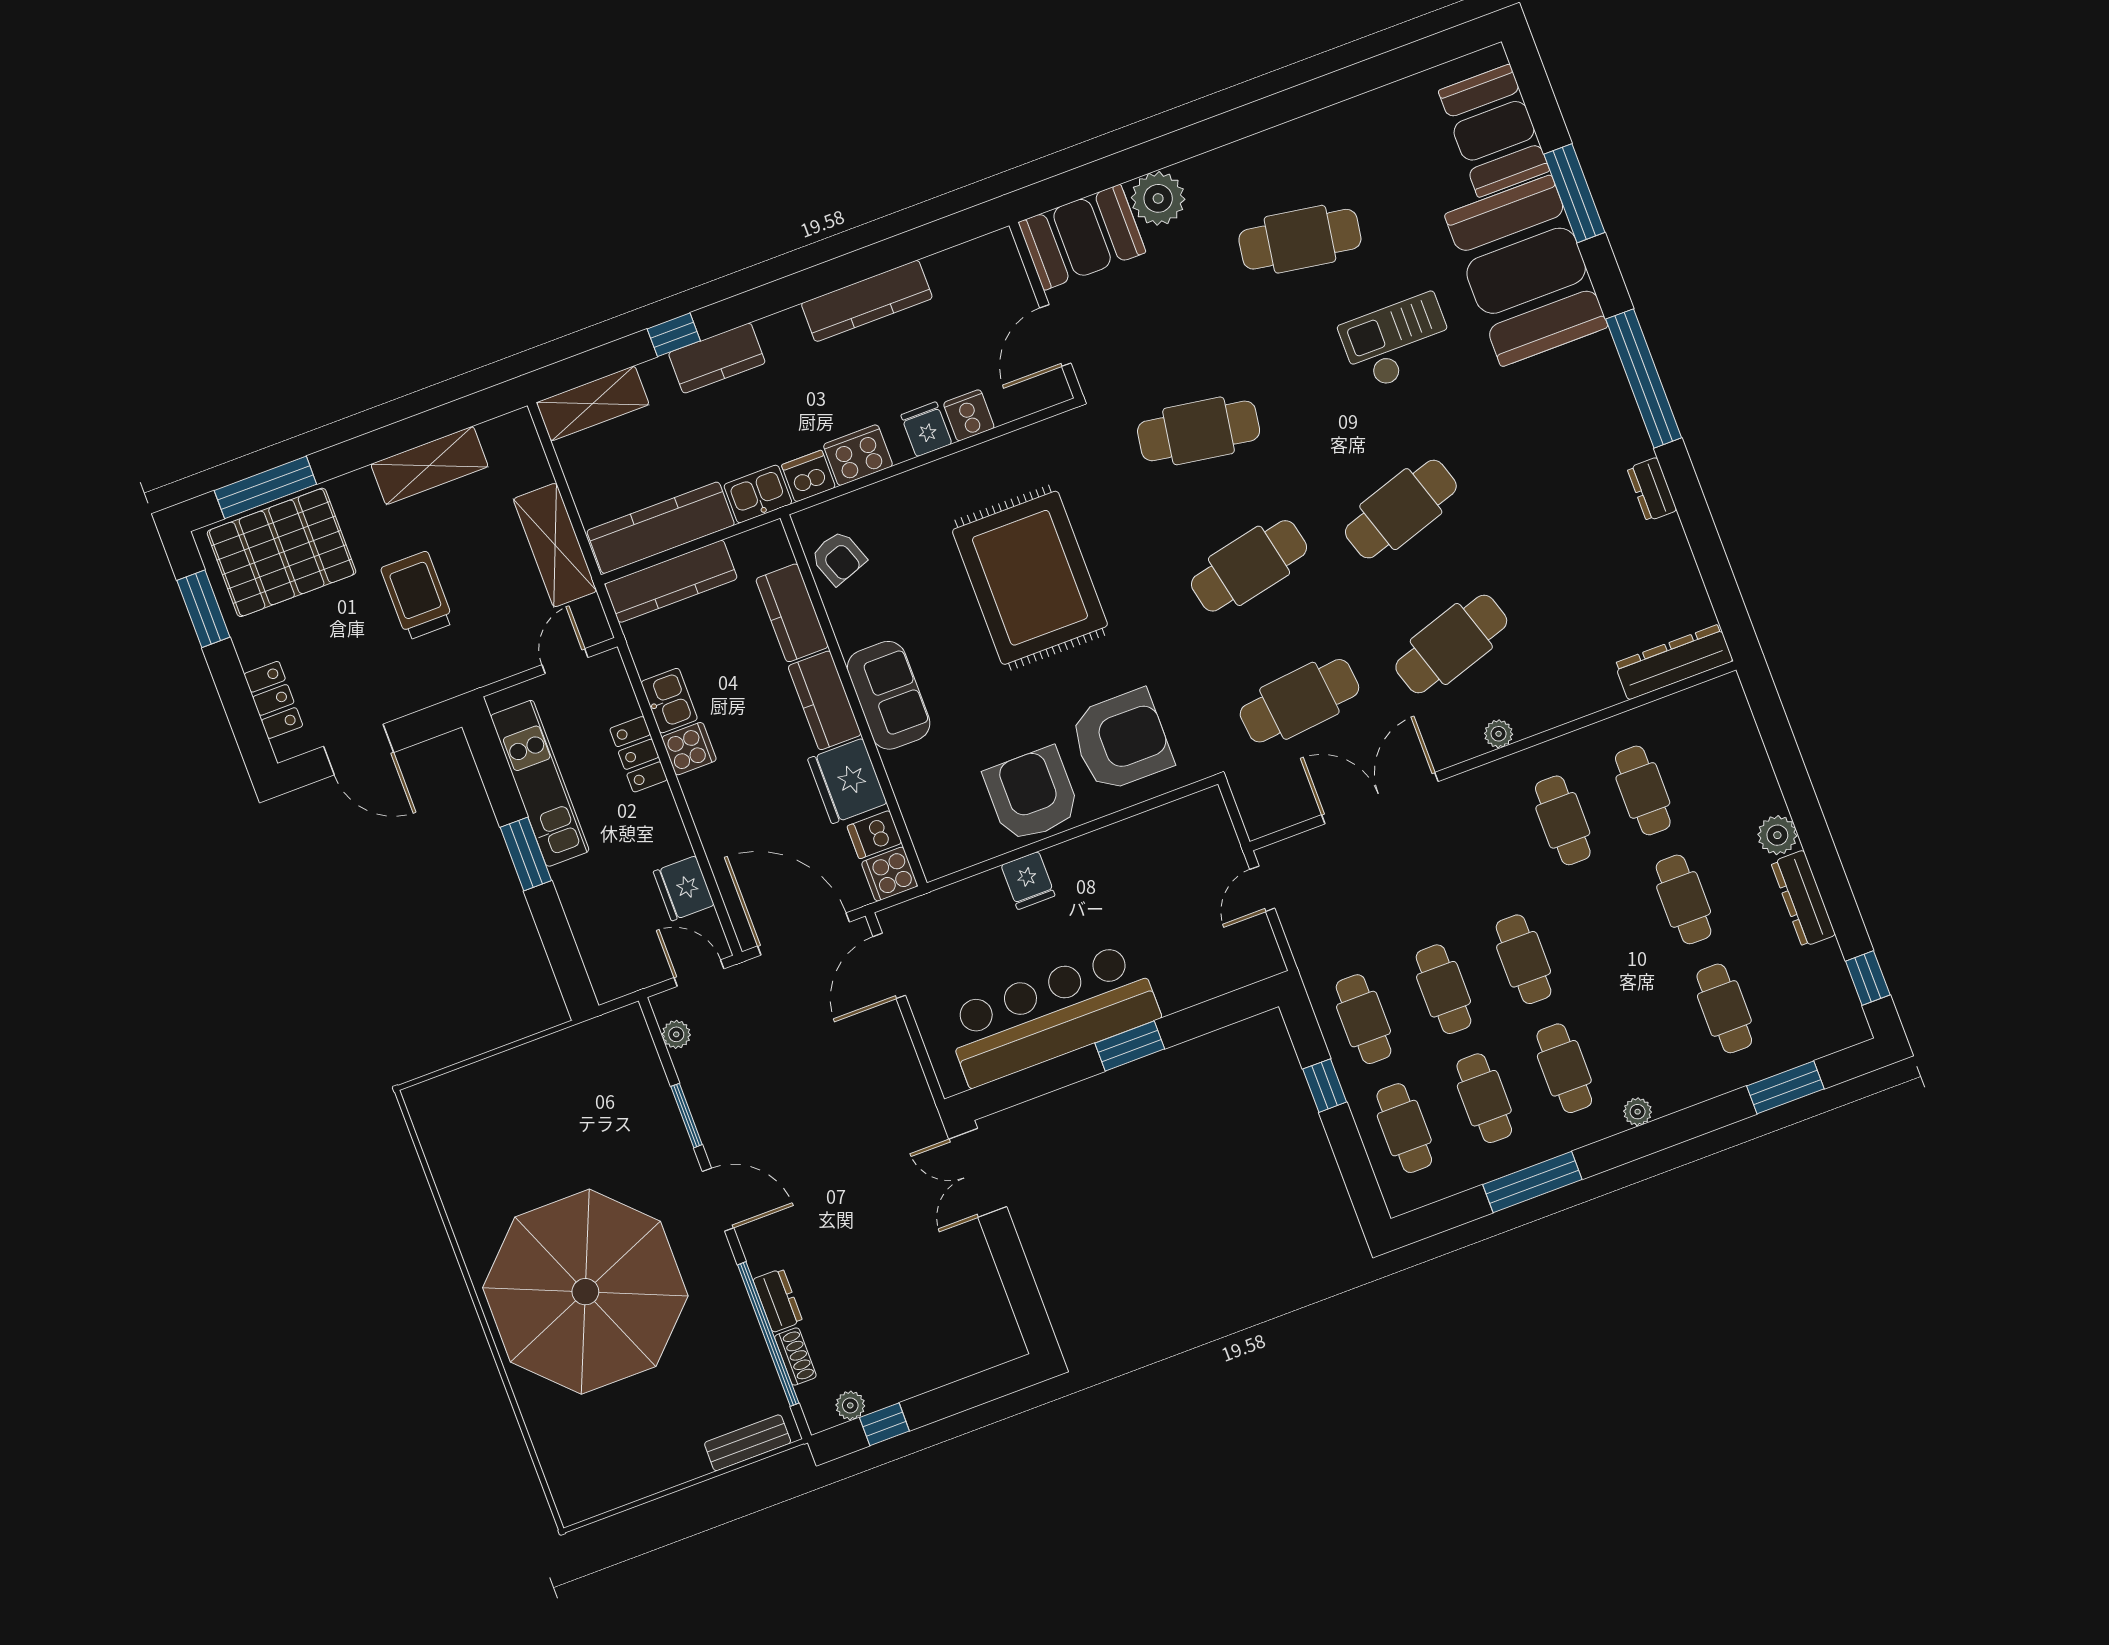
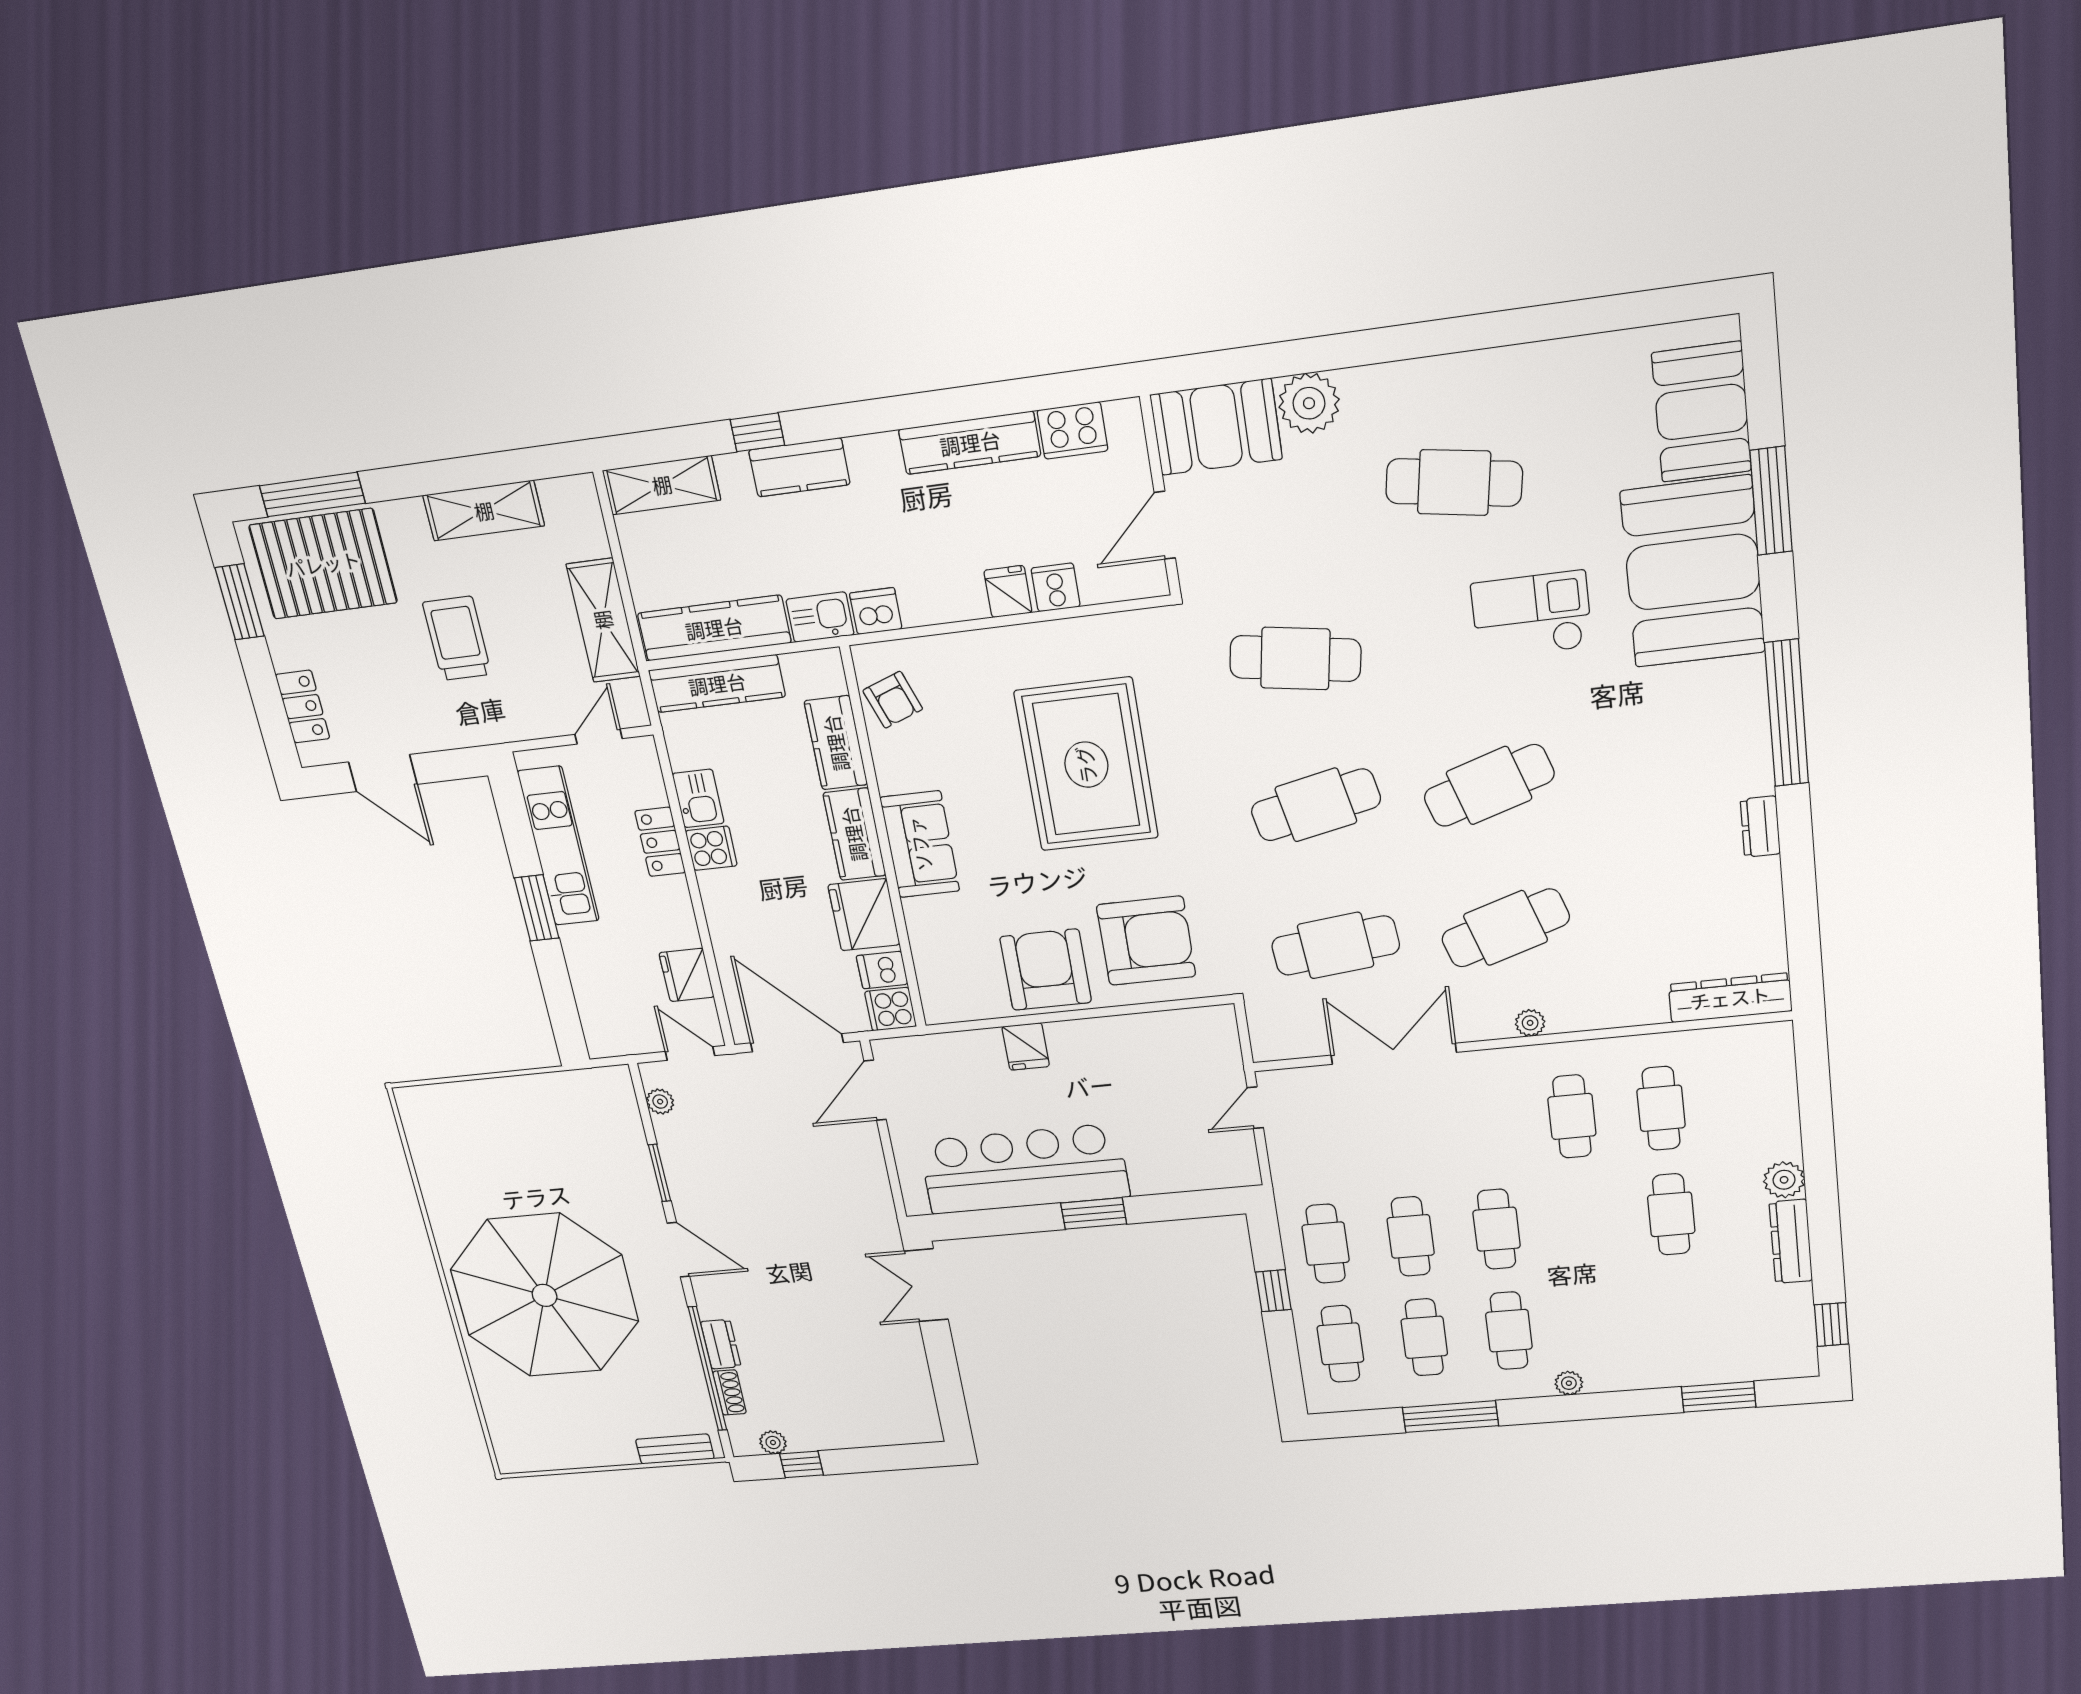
cooker: (858, 455) -> (1072, 431), moved, turned 180
cafe table: (1724, 1008) -> (1681, 1317), removed

